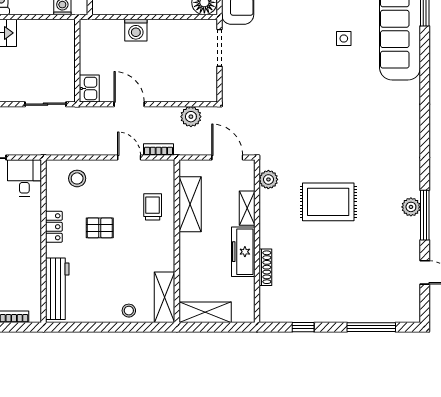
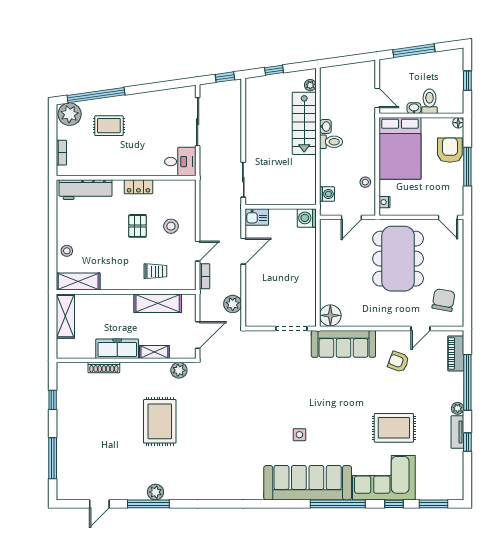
washing machine: (136, 30) -> (307, 218), moved
stool: (77, 178) -> (171, 226), moved

